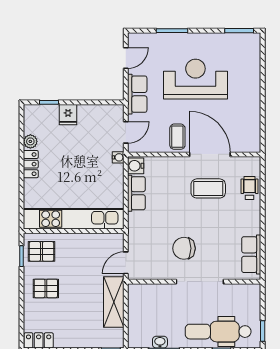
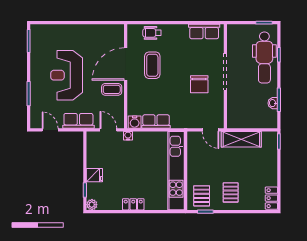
plant: (30, 141) -> (92, 205), moved

